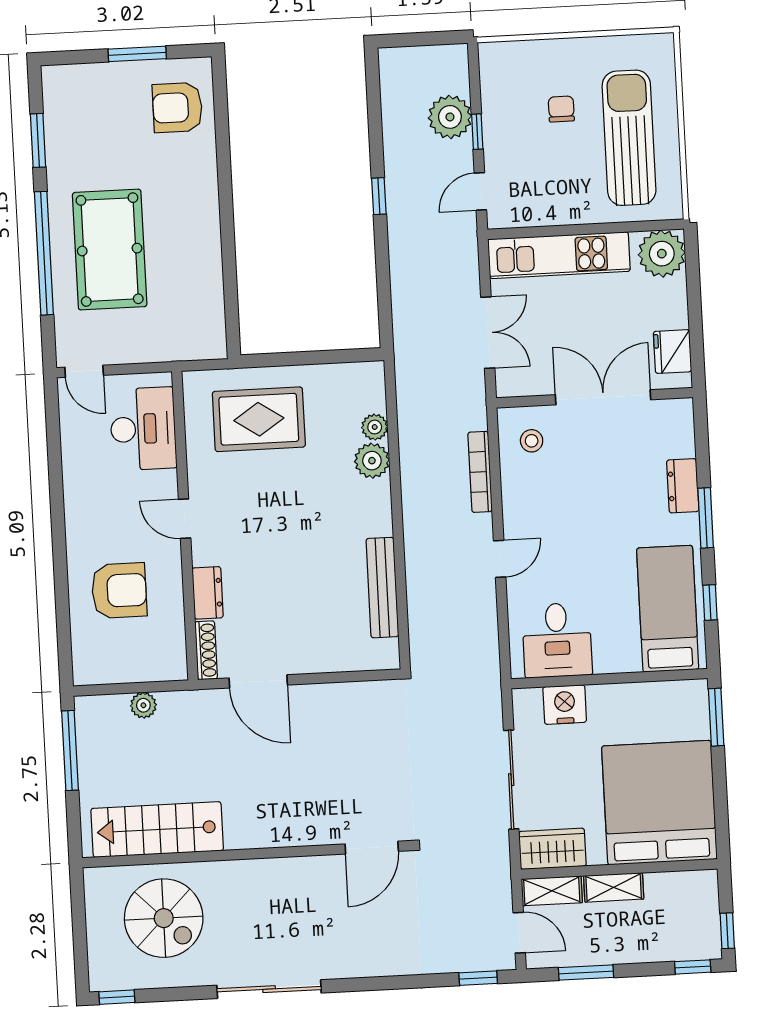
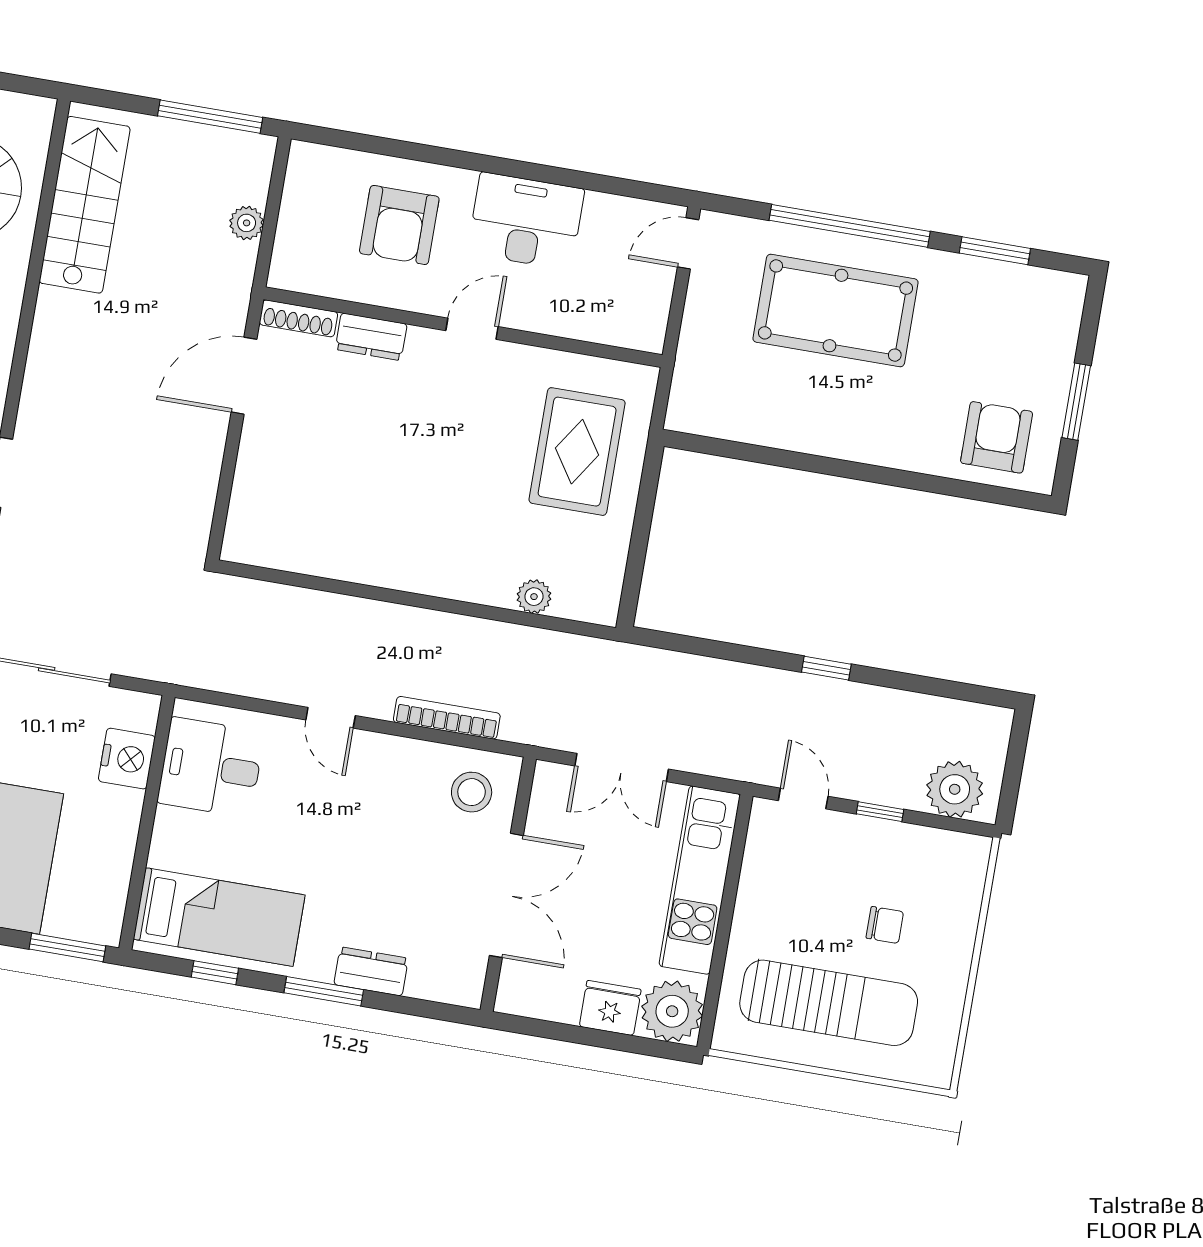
plant: (450, 117) -> (955, 789), moved
fridge: (672, 352) -> (610, 1008), moved
desk: (143, 429) -> (526, 221), moved, turned 180
stool: (532, 441) -> (472, 792), width x1.37, depth x1.37
plant: (372, 461) -> (492, 583), removed
bench: (382, 588) -> (328, 560), removed

